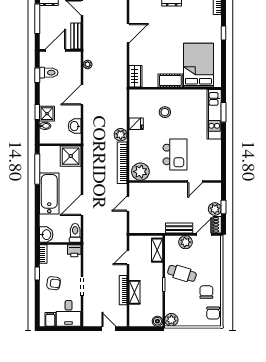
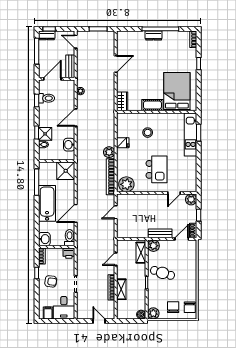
plant: (215, 209) -> (191, 199), moved
plant: (185, 242) -> (153, 246), moved
chair: (206, 292) -> (173, 307), moved

